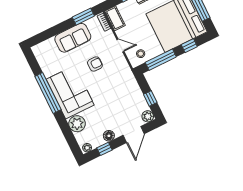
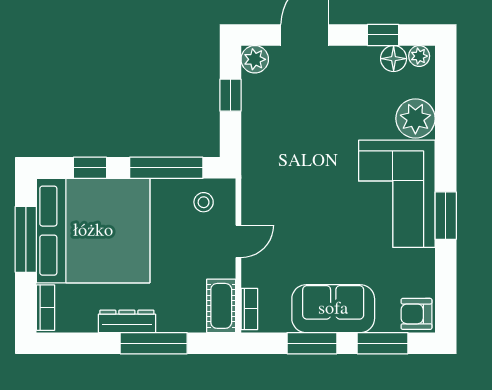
window: (83, 17) -> (312, 343), moved
window: (48, 34) -> (383, 343), added
door: (120, 45) -> (238, 241), swing flipped
armchair: (95, 64) -> (416, 314), moved
window: (48, 93) -> (446, 216), width x0.47
floor lamp: (109, 136) -> (394, 59), moved

